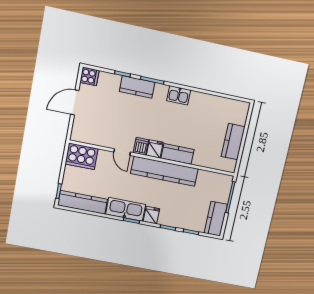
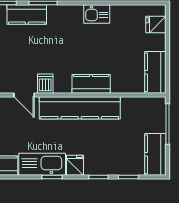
kitchen sink: (179, 95) -> (97, 14), moved
kitchen counter: (233, 142) -> (155, 72), moved
fridge: (155, 149) -> (156, 25), moved, turned -90

